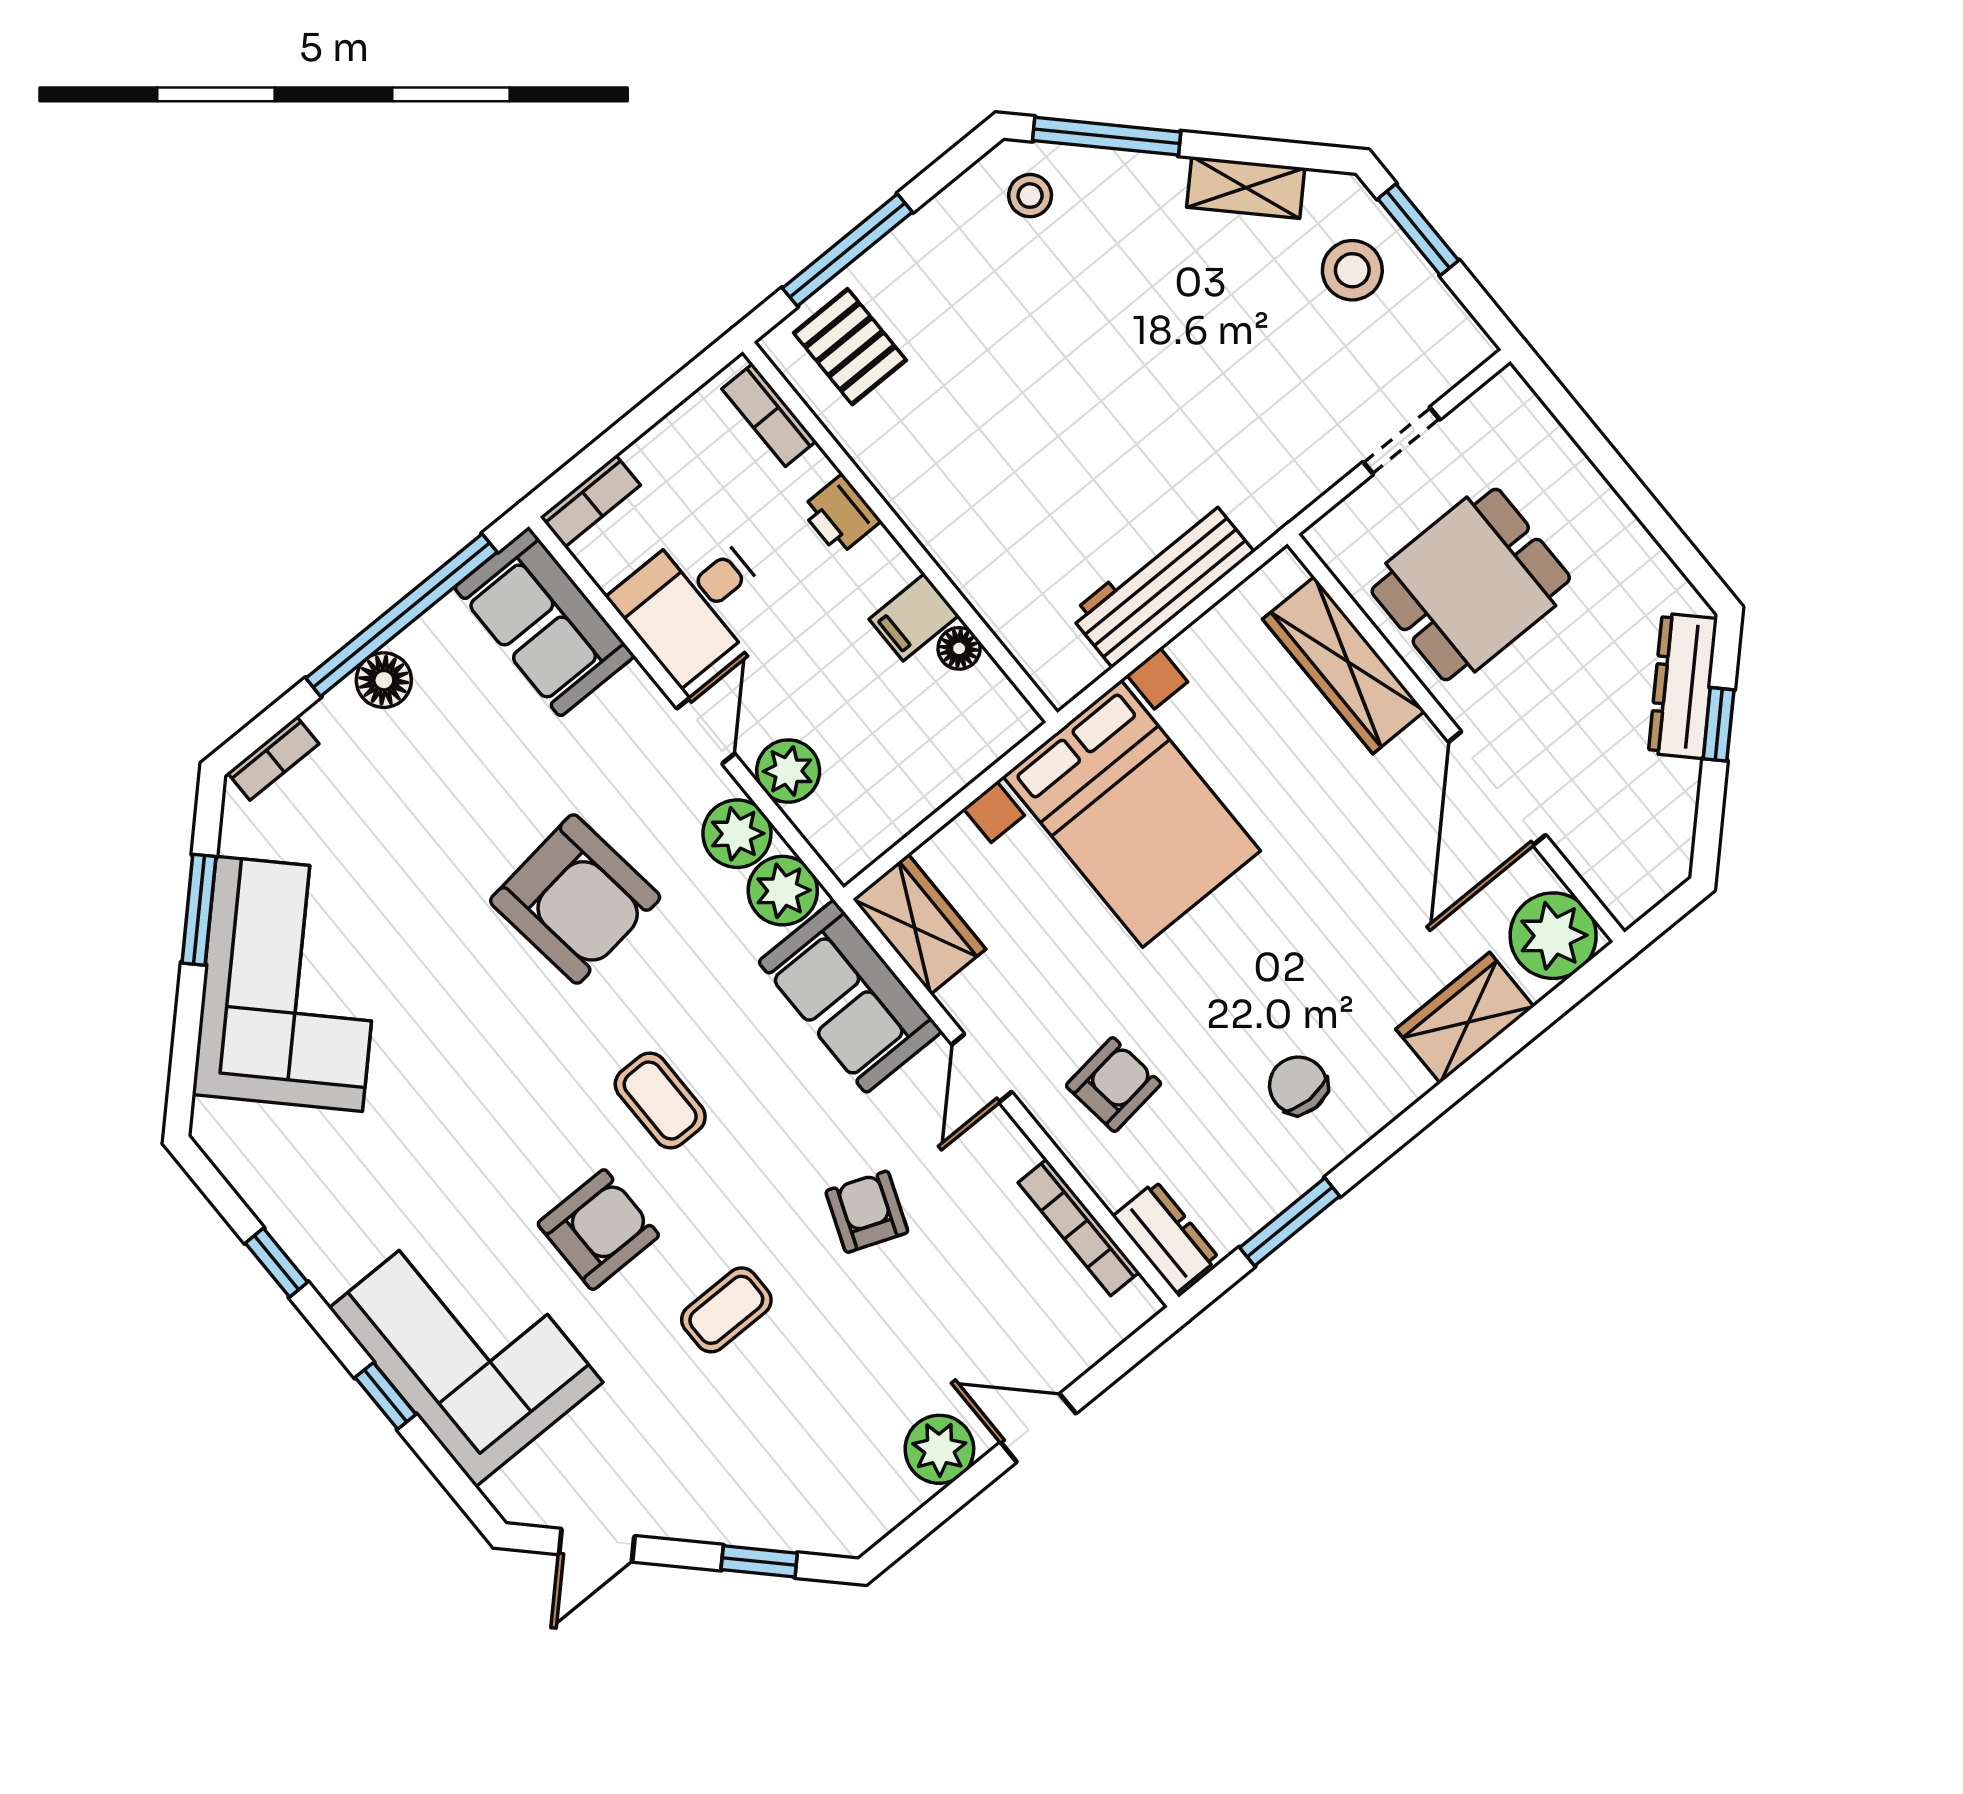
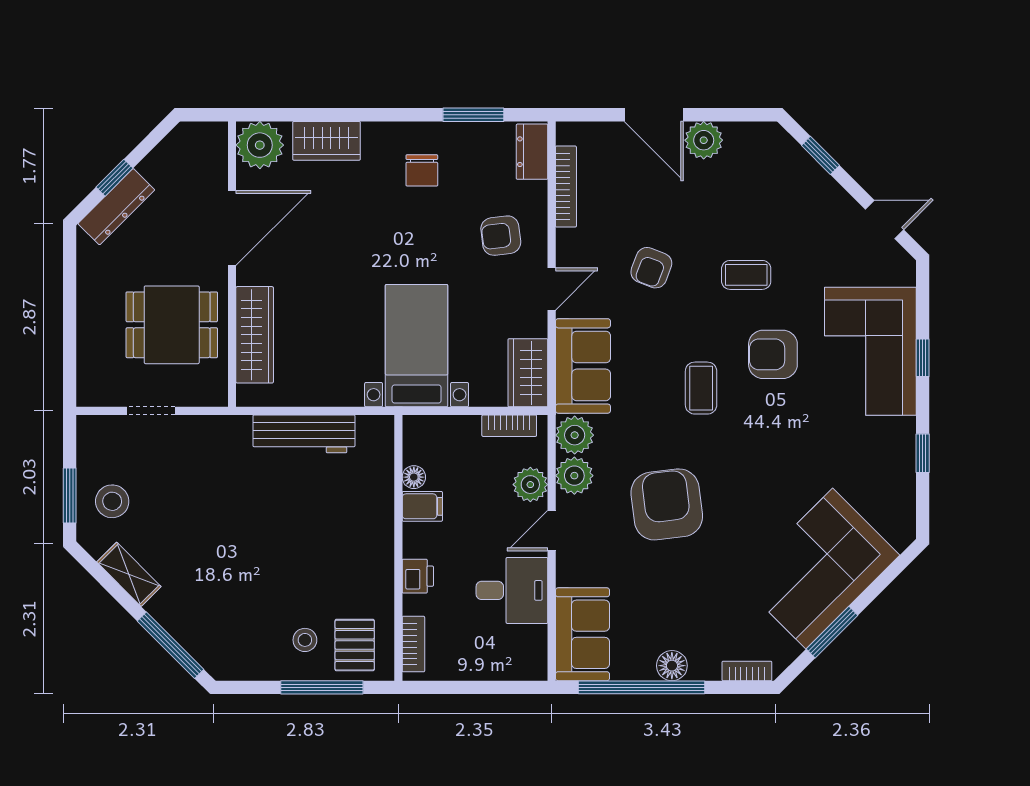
stool: (1030, 196) -> (305, 640), moved
bookcase: (590, 501) -> (509, 426), moved, turned 180
bed with nightstands: (1132, 814) -> (417, 346), width x0.73
door: (1038, 1428) -> (654, 115), width x1.38

